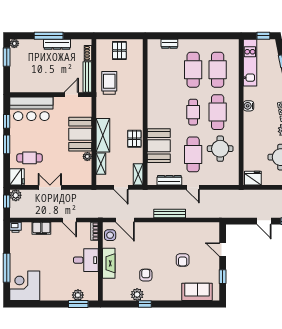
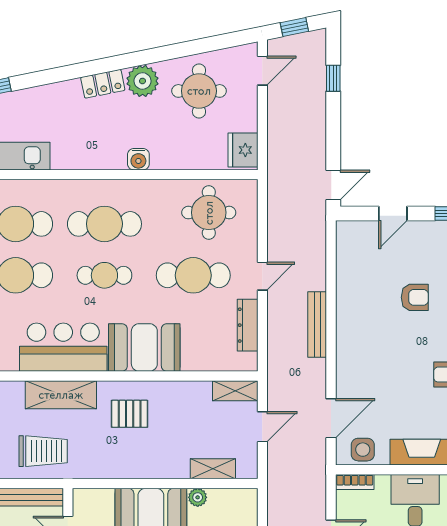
trolley: (109, 83) -> (43, 451), turned 180
bar counter: (159, 92) -> (63, 347), added
water cooler: (248, 106) -> (138, 159), moved
shelving: (103, 135) -> (61, 395), moved
pallet: (134, 139) -> (130, 414), moved
booth: (159, 146) -> (144, 347), moved
round table: (220, 149) -> (209, 213), moved
door: (264, 221) -> (333, 185), moved

